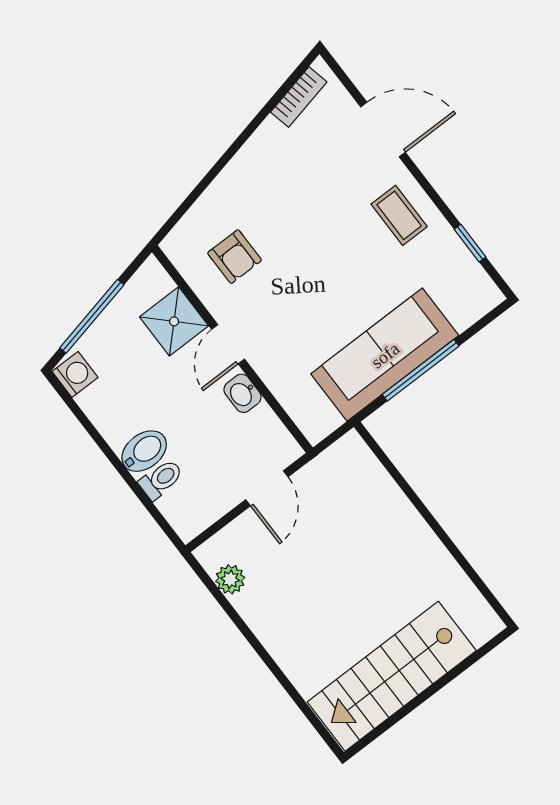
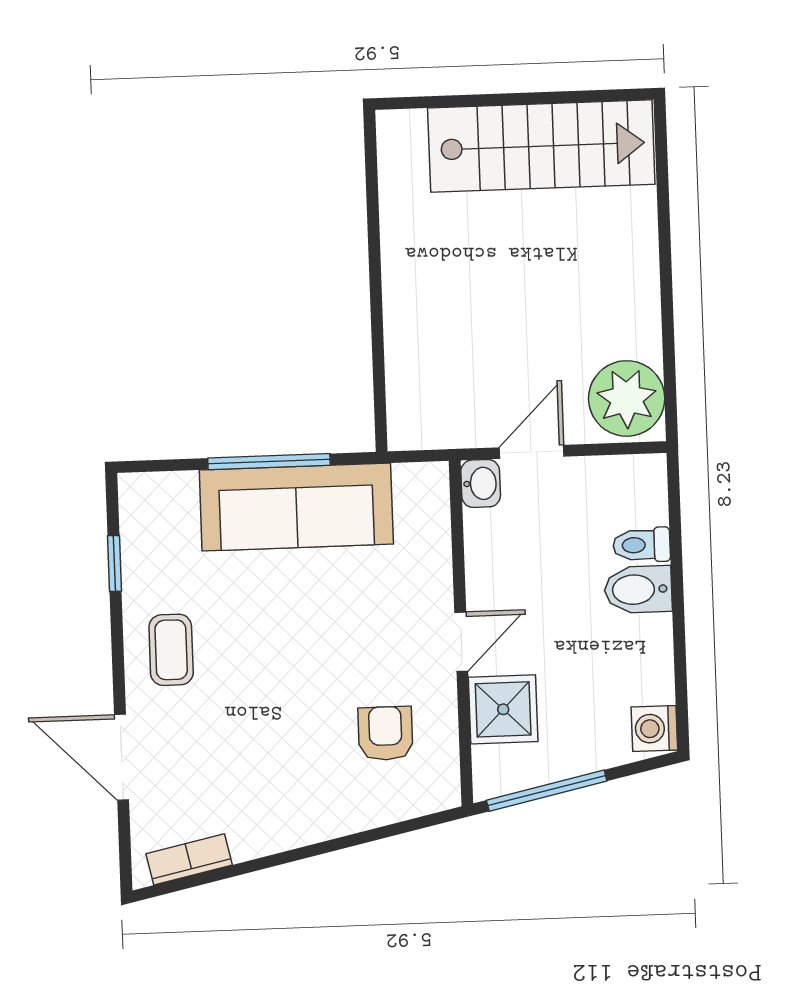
window: (92, 316) -> (547, 791), moved
washbasin: (243, 393) -> (481, 483), moved
plant: (230, 579) -> (627, 398), width x1.88, depth x1.88

